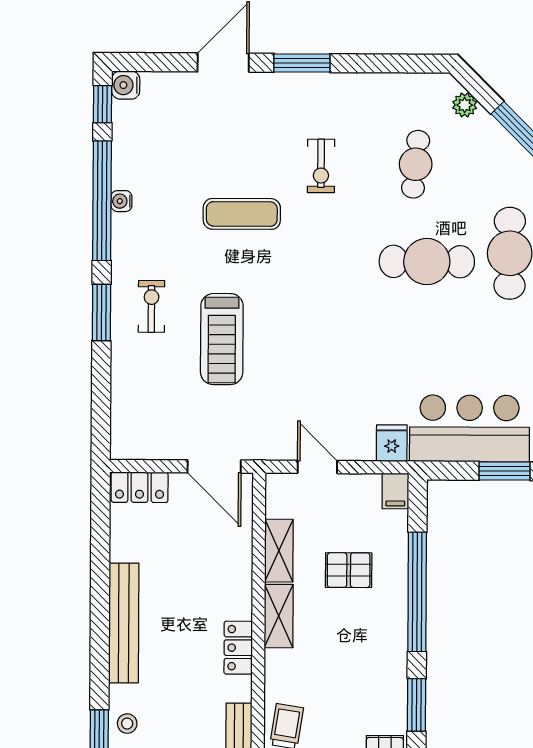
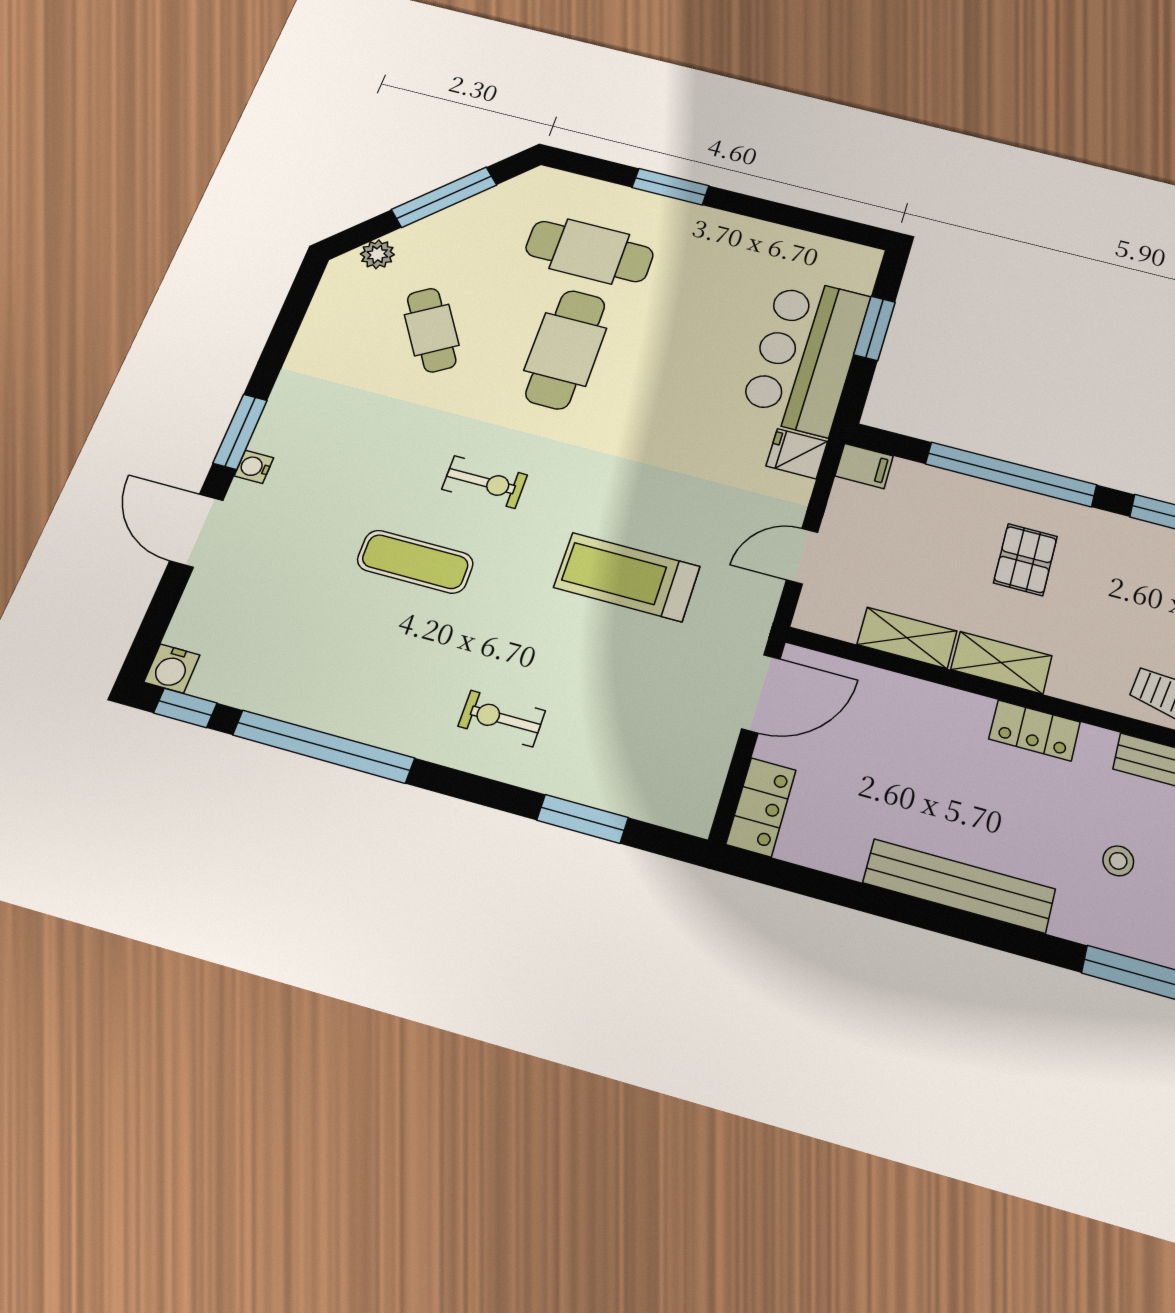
cafe table: (416, 164) -> (432, 330), turned 52
exercise bike: (321, 166) -> (485, 482), moved
water cooler: (121, 201) -> (254, 467), moved, turned 90
exercise mat: (242, 214) -> (415, 562), turned 90
window: (101, 312) -> (582, 819), moved
treadmill: (222, 339) -> (627, 577), moved, turned 180
pallet: (349, 570) -> (1025, 560), moved
stool: (127, 724) -> (1118, 861), moved

